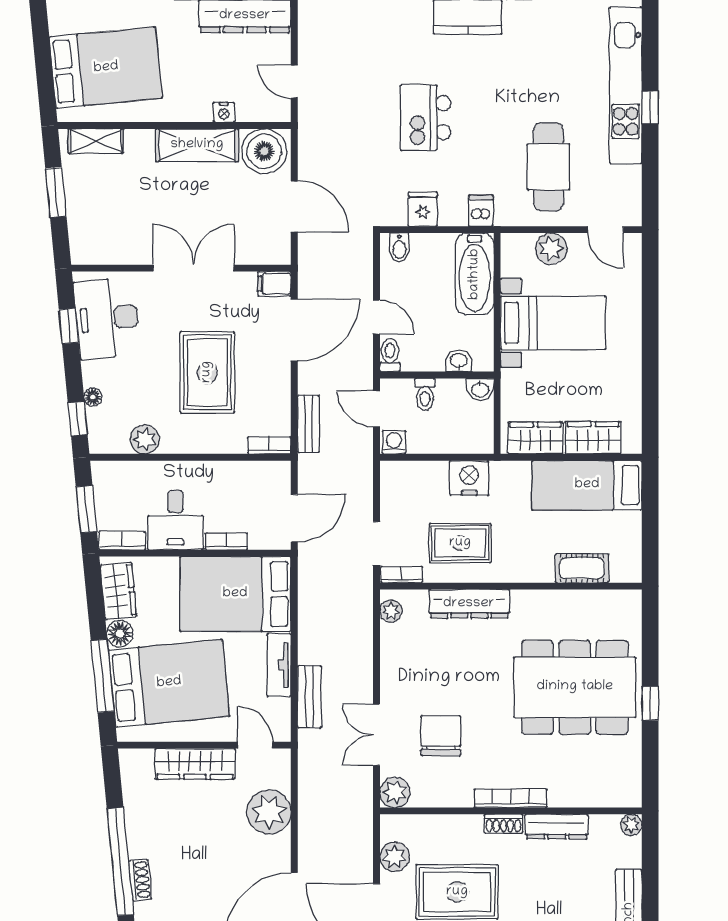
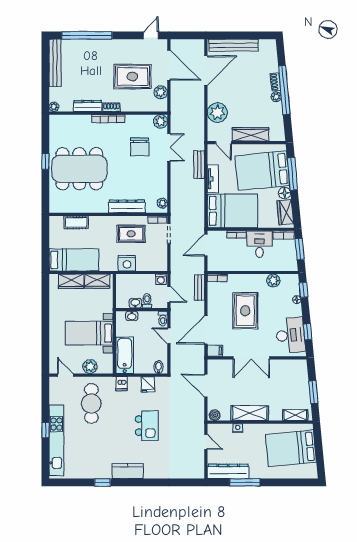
boiler: (264, 151) -> (215, 415), width x0.54, depth x0.54
washbasin: (480, 389) -> (135, 303), moved
plant: (138, 847) -> (276, 97), added

